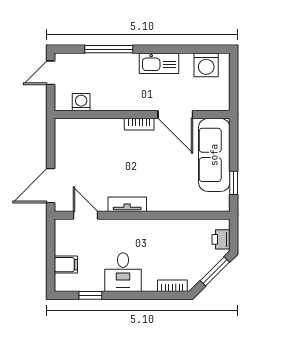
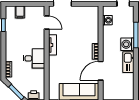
washing machine: (206, 65) -> (127, 44), moved
door: (86, 215) -> (47, 23), hinge flipped
desk: (123, 272) -> (34, 58), moved, turned 180

